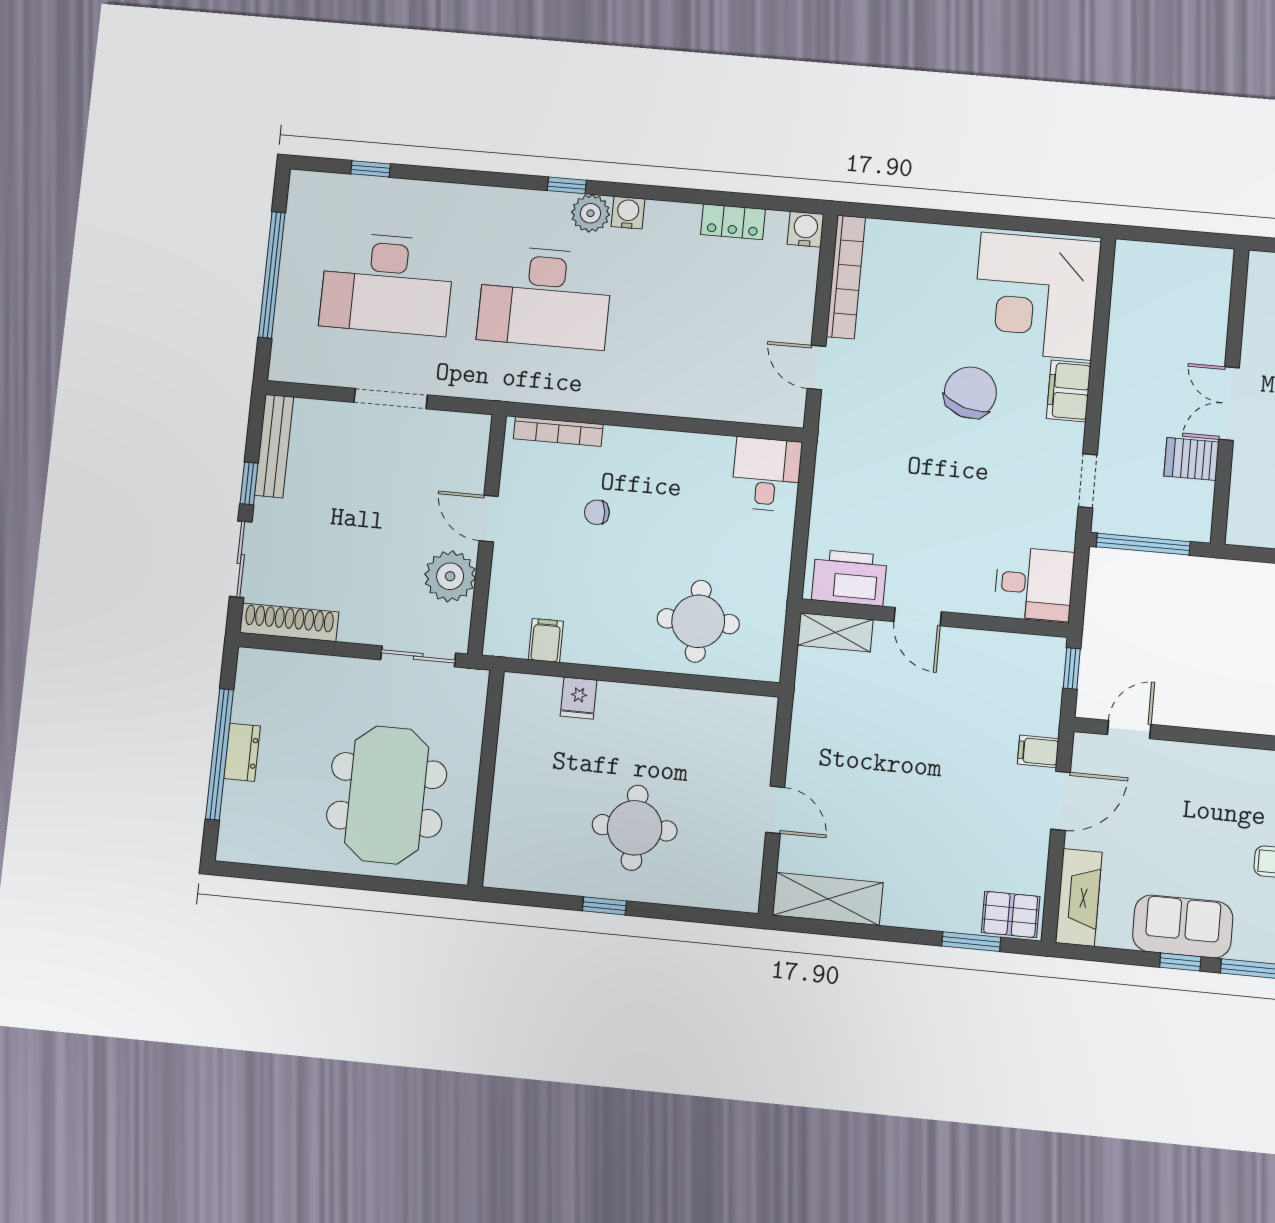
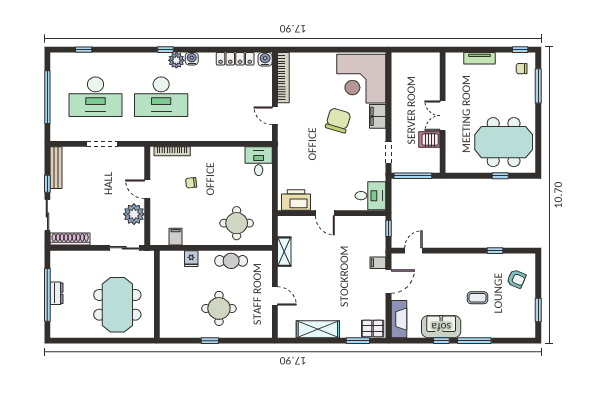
locker: (733, 222) -> (235, 59), width x1.53
shelving: (835, 632) -> (284, 252), moved, turned 90
cafe table: (676, 713) -> (231, 261), added
shelving: (828, 899) -> (318, 329), moved

